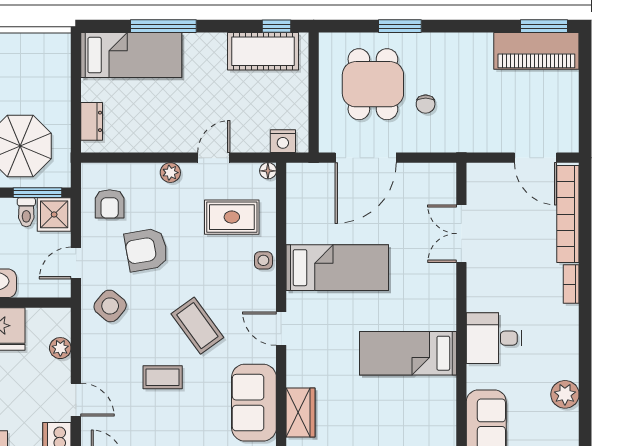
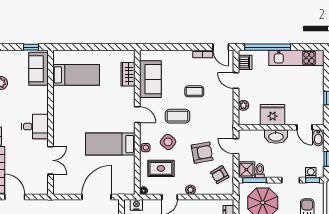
armchair: (110, 204) -> (220, 175), turned -120
door: (76, 263) -> (236, 146), swing flipped
side table: (110, 306) -> (168, 142), moved
coffee table: (197, 326) -> (177, 116), turned -54
desk: (494, 338) -> (35, 127), moved
bed: (408, 353) -> (76, 75), moved

